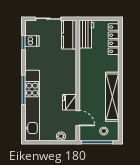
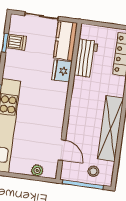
workbench: (86, 34) -> (86, 58), moved
fridge: (69, 102) -> (62, 71), moved

